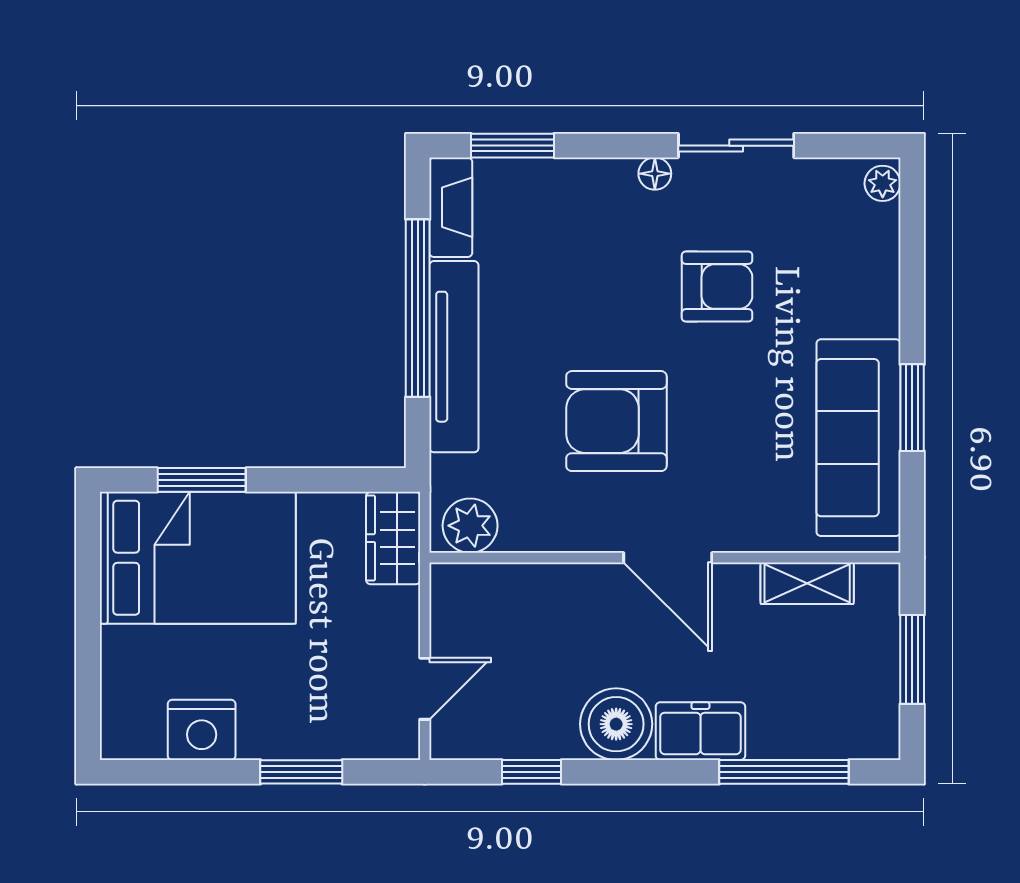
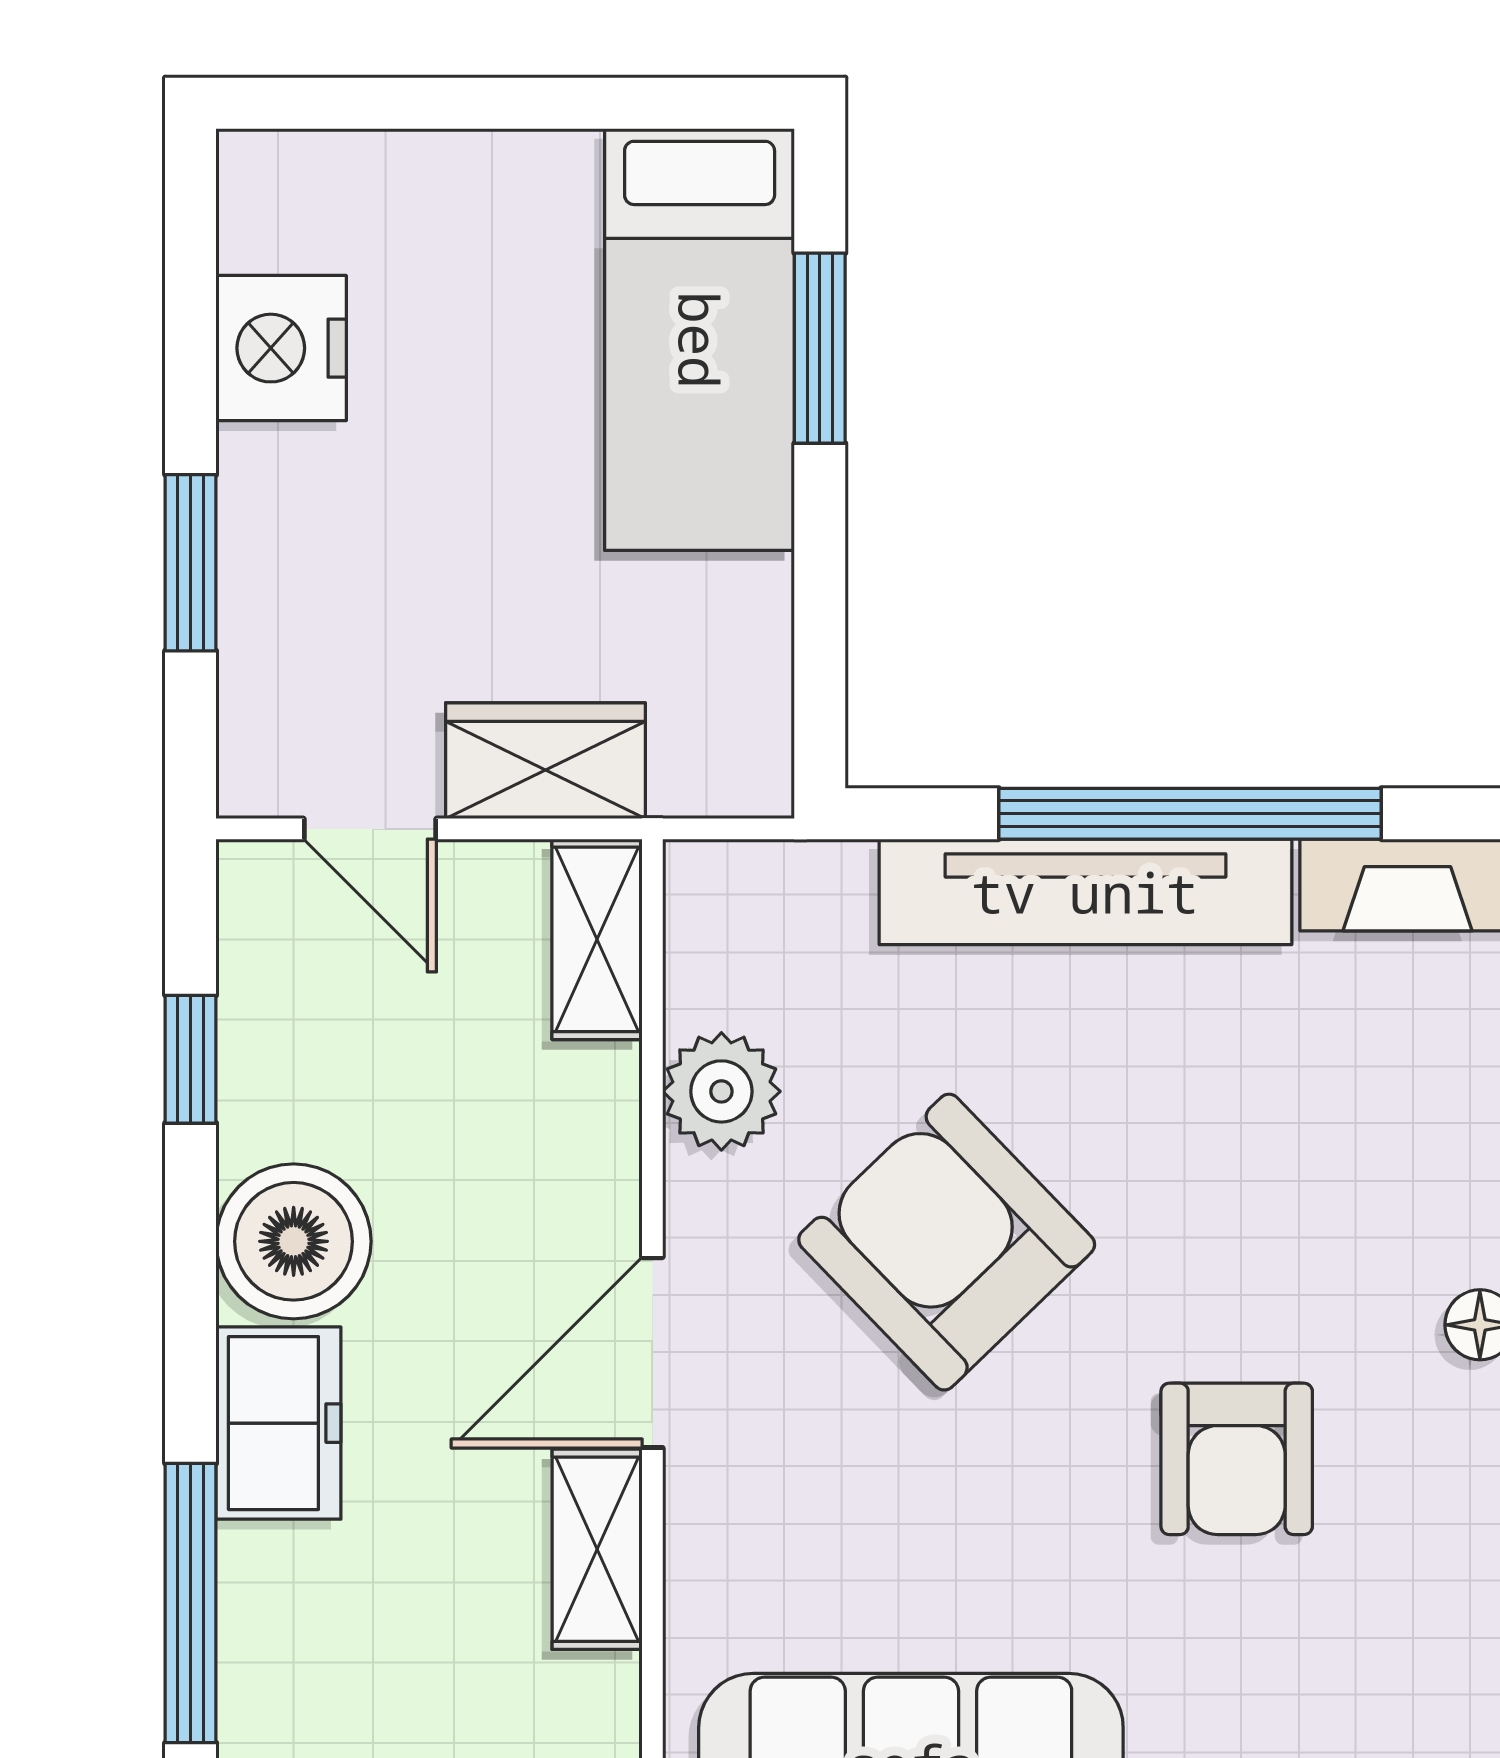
armchair: (616, 421) -> (947, 1242), turned -44
plant: (470, 526) -> (721, 1091), moved
wardrobe: (393, 538) -> (545, 761), moved
bed: (198, 558) -> (700, 340), width x0.67
shelving: (476, 583) -> (597, 939), added
shelving: (807, 583) -> (597, 1549), moved

